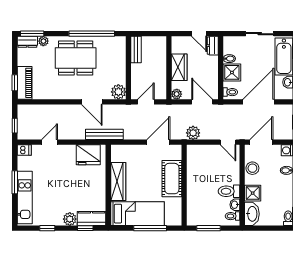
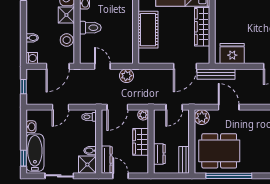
dresser: (213, 46) -> (107, 160), width x1.44
dresser: (161, 55) -> (159, 154), added
dining table: (76, 58) -> (219, 151), moved
shower: (232, 72) -> (87, 165), moved
door: (202, 102) -> (117, 107), hinge flipped
door: (258, 102) -> (61, 107), width x0.53
door: (158, 142) -> (185, 66), moved
door: (228, 142) -> (102, 66), moved
toilet: (229, 191) -> (90, 28), moved

